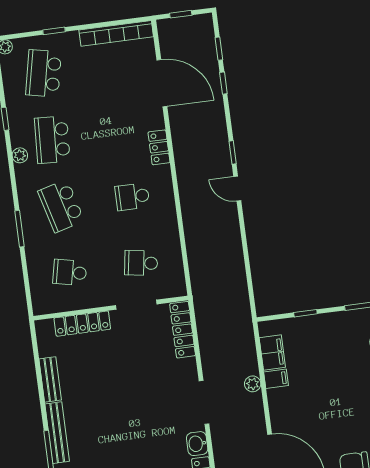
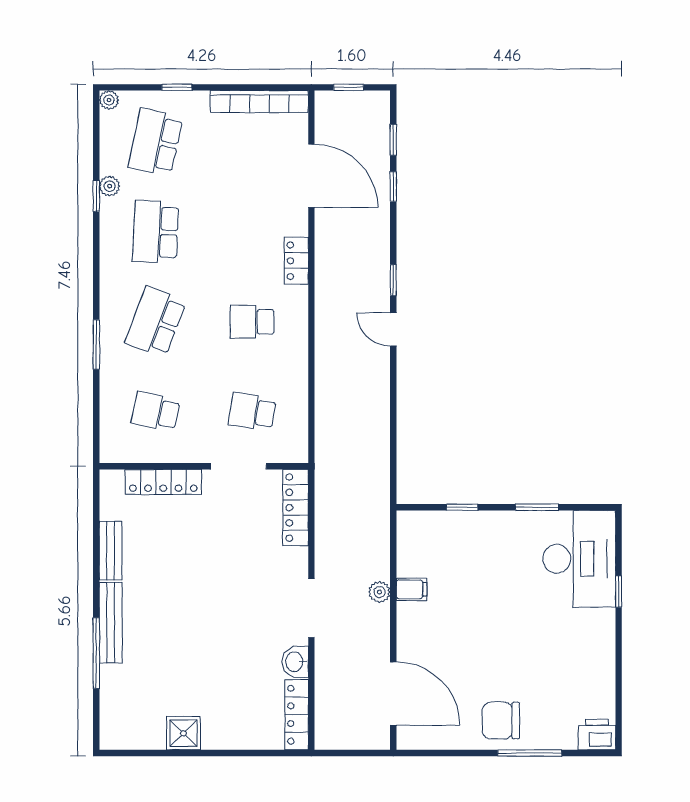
plant: (20, 155) -> (110, 186), moved
school desk: (61, 206) -> (156, 322), turned 36
filing cabinet: (272, 353) -> (411, 554), removed

